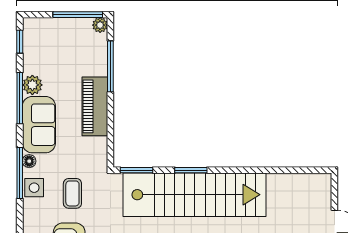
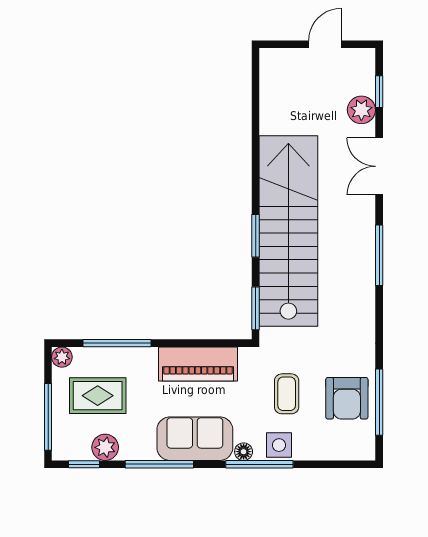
window: (78, 15) -> (48, 417), moved
rug: (71, 52) -> (98, 396), added
plant: (32, 85) -> (105, 447), moved
piano: (95, 106) -> (198, 364), moved
coffee table: (72, 193) -> (287, 394), turned 90

